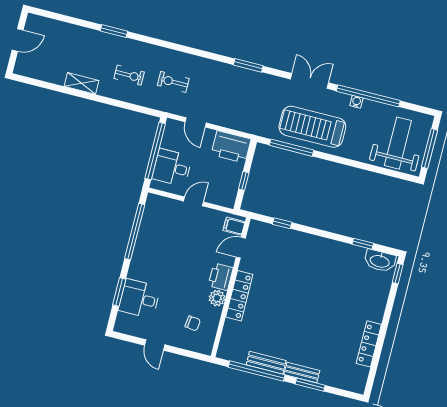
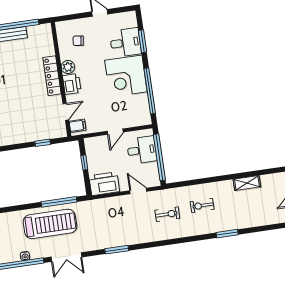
shelving: (82, 83) -> (247, 183), moved
corner desk: (155, 260) -> (126, 76), added

